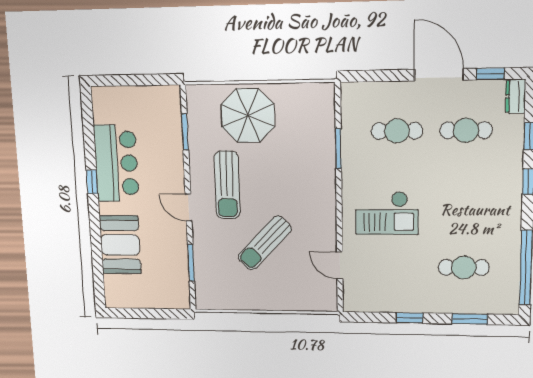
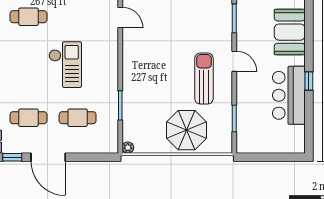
plant: (327, 90) -> (128, 148), added
checkout: (387, 213) -> (65, 65), moved, turned 90
sun lounger: (265, 243) -> (177, 34), removed

